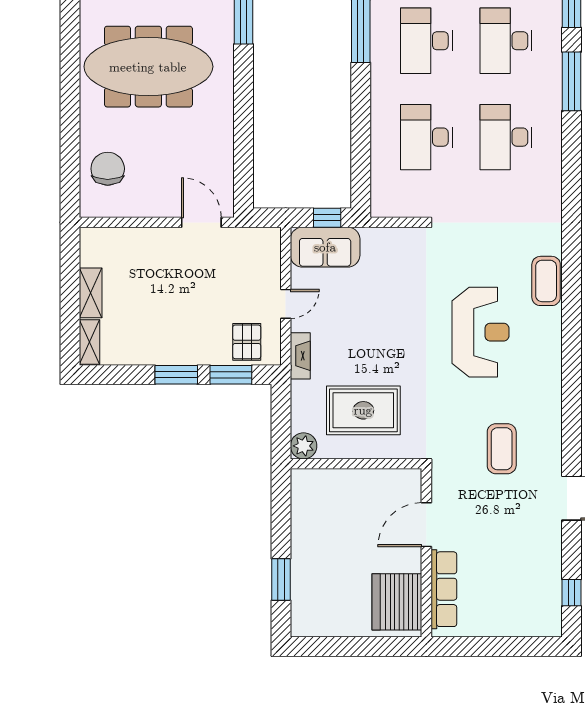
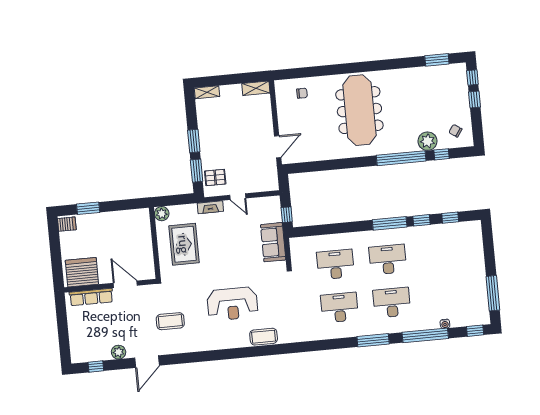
chair: (108, 169) -> (302, 93), width x0.54, depth x0.54
sofa: (325, 247) -> (273, 242), moved
shelving: (91, 293) -> (256, 88), moved
plant: (549, 549) -> (119, 352), added
server rack: (306, 621) -> (67, 224), added

